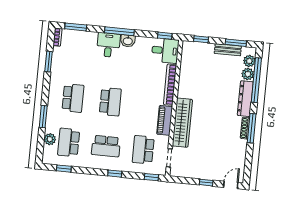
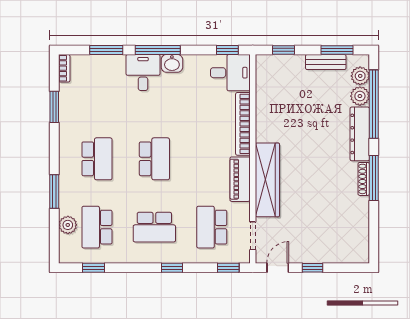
window: (76, 27) -> (106, 50), moved
door: (231, 185) -> (278, 268), moved

